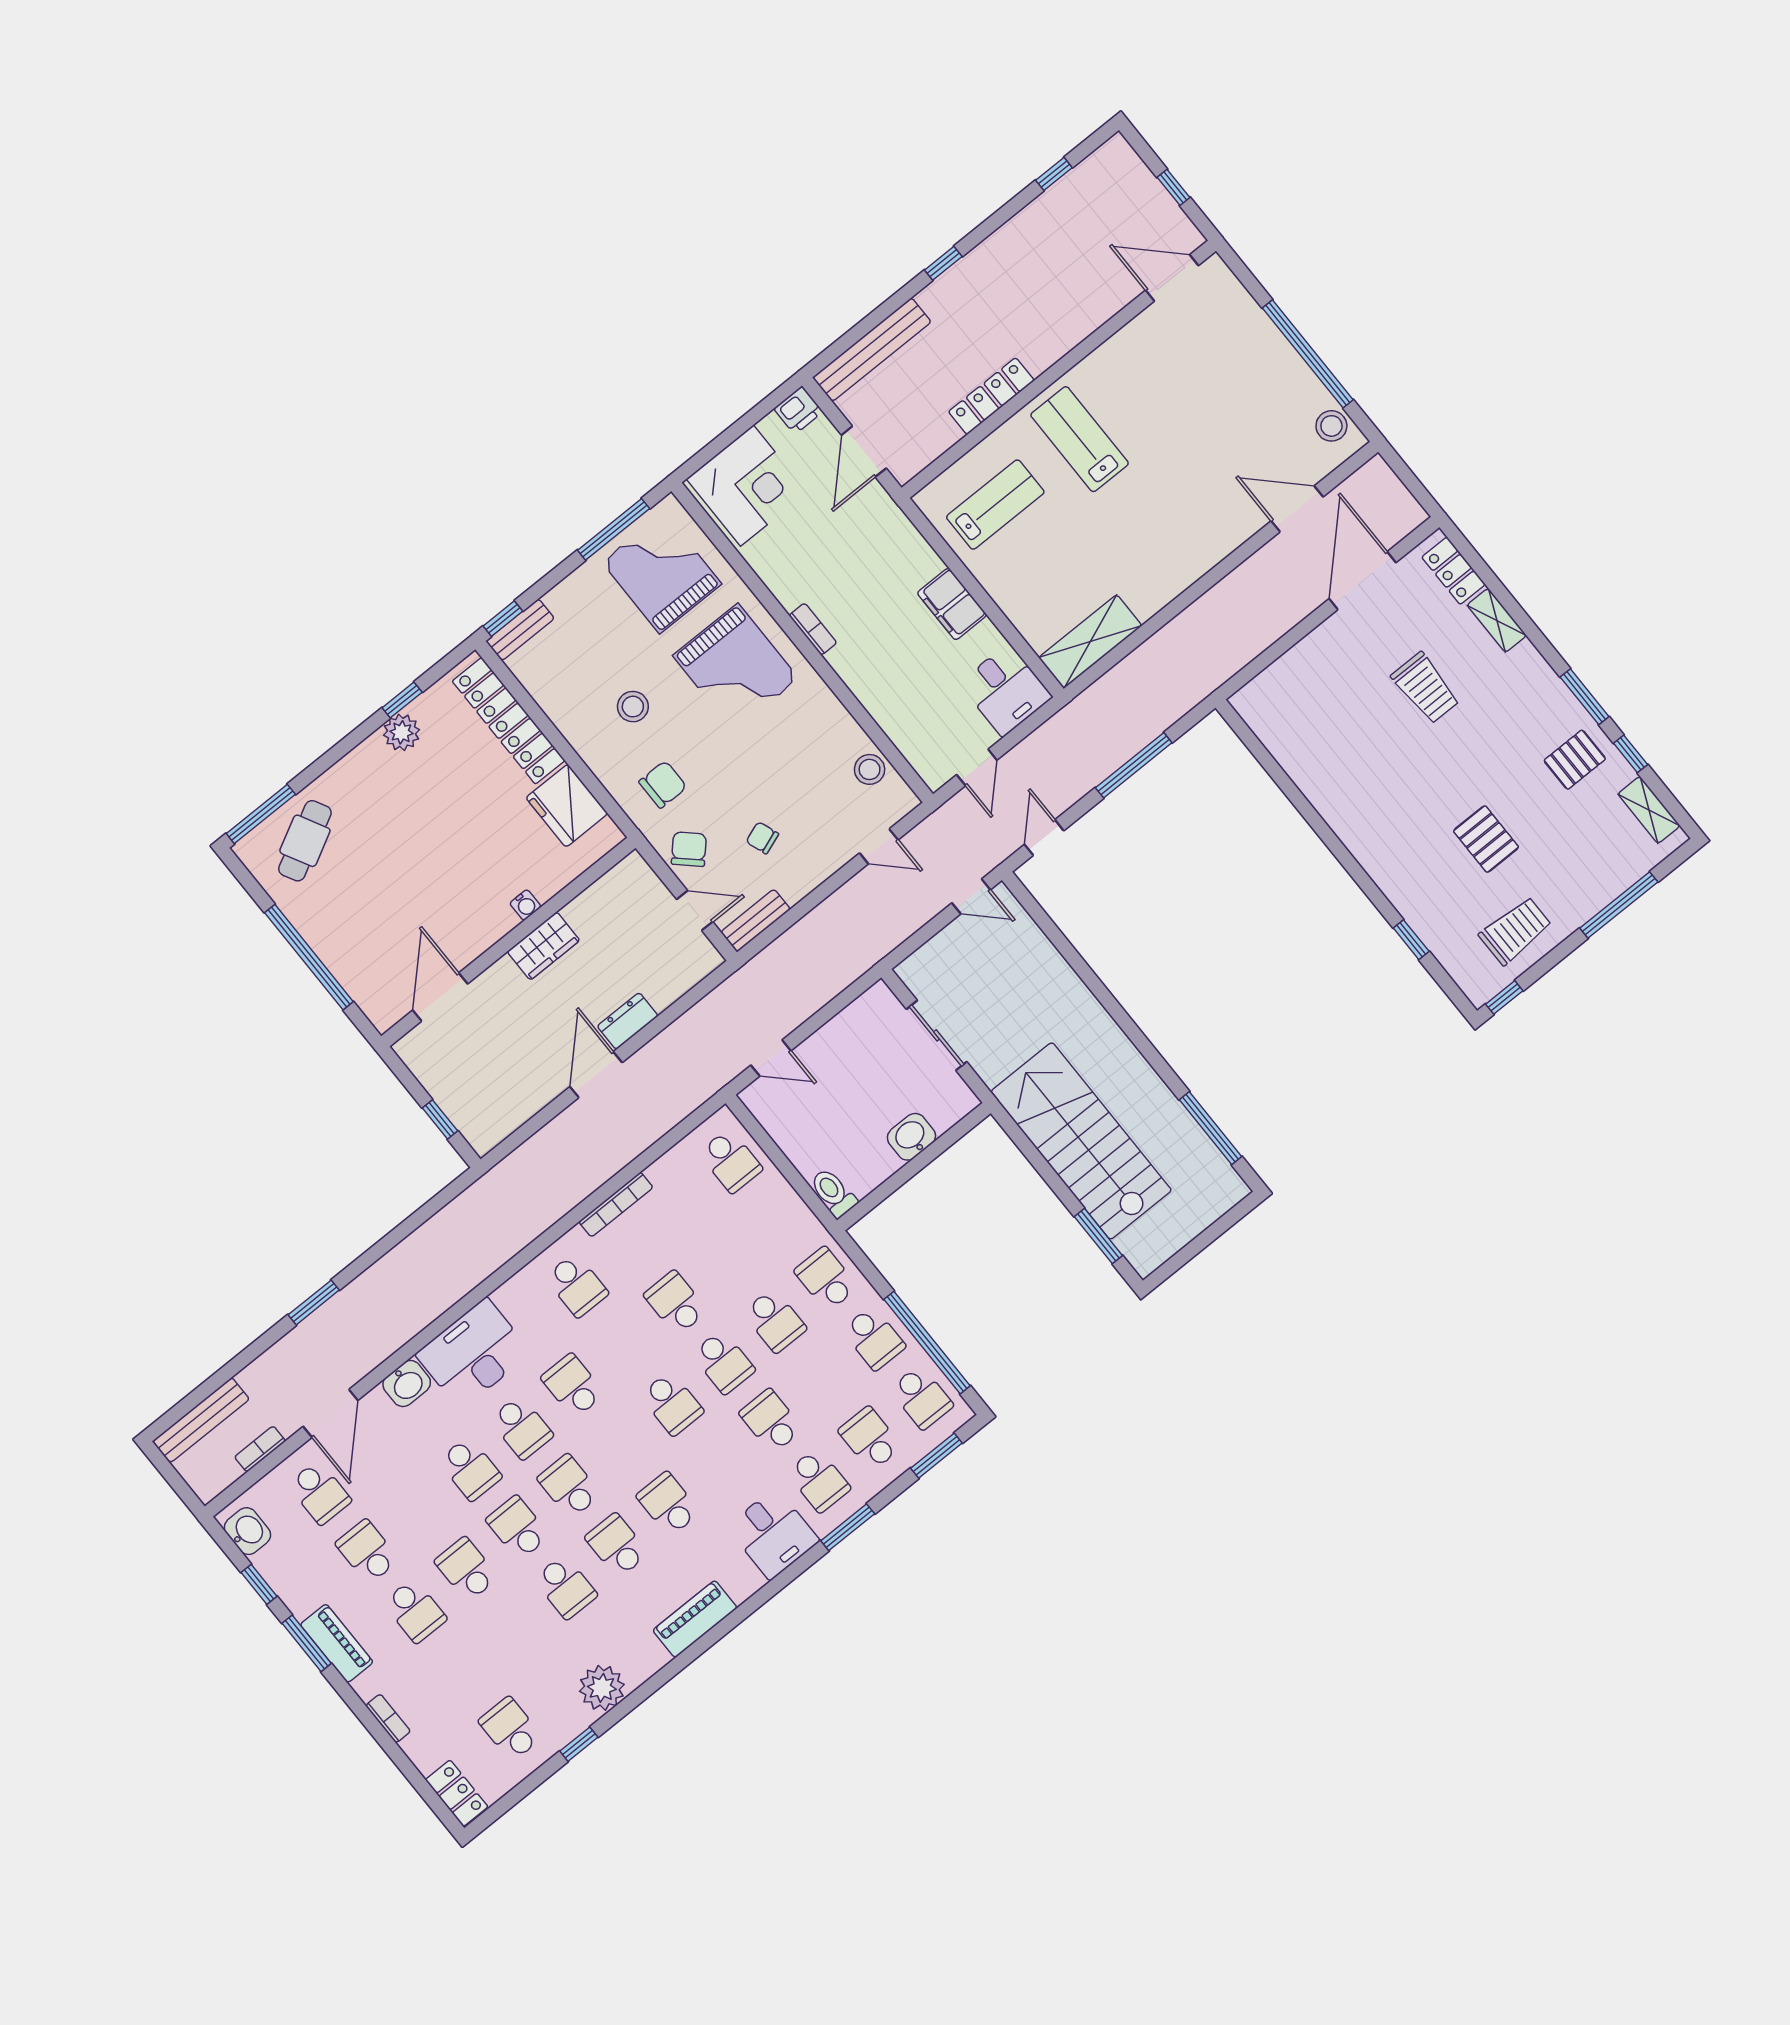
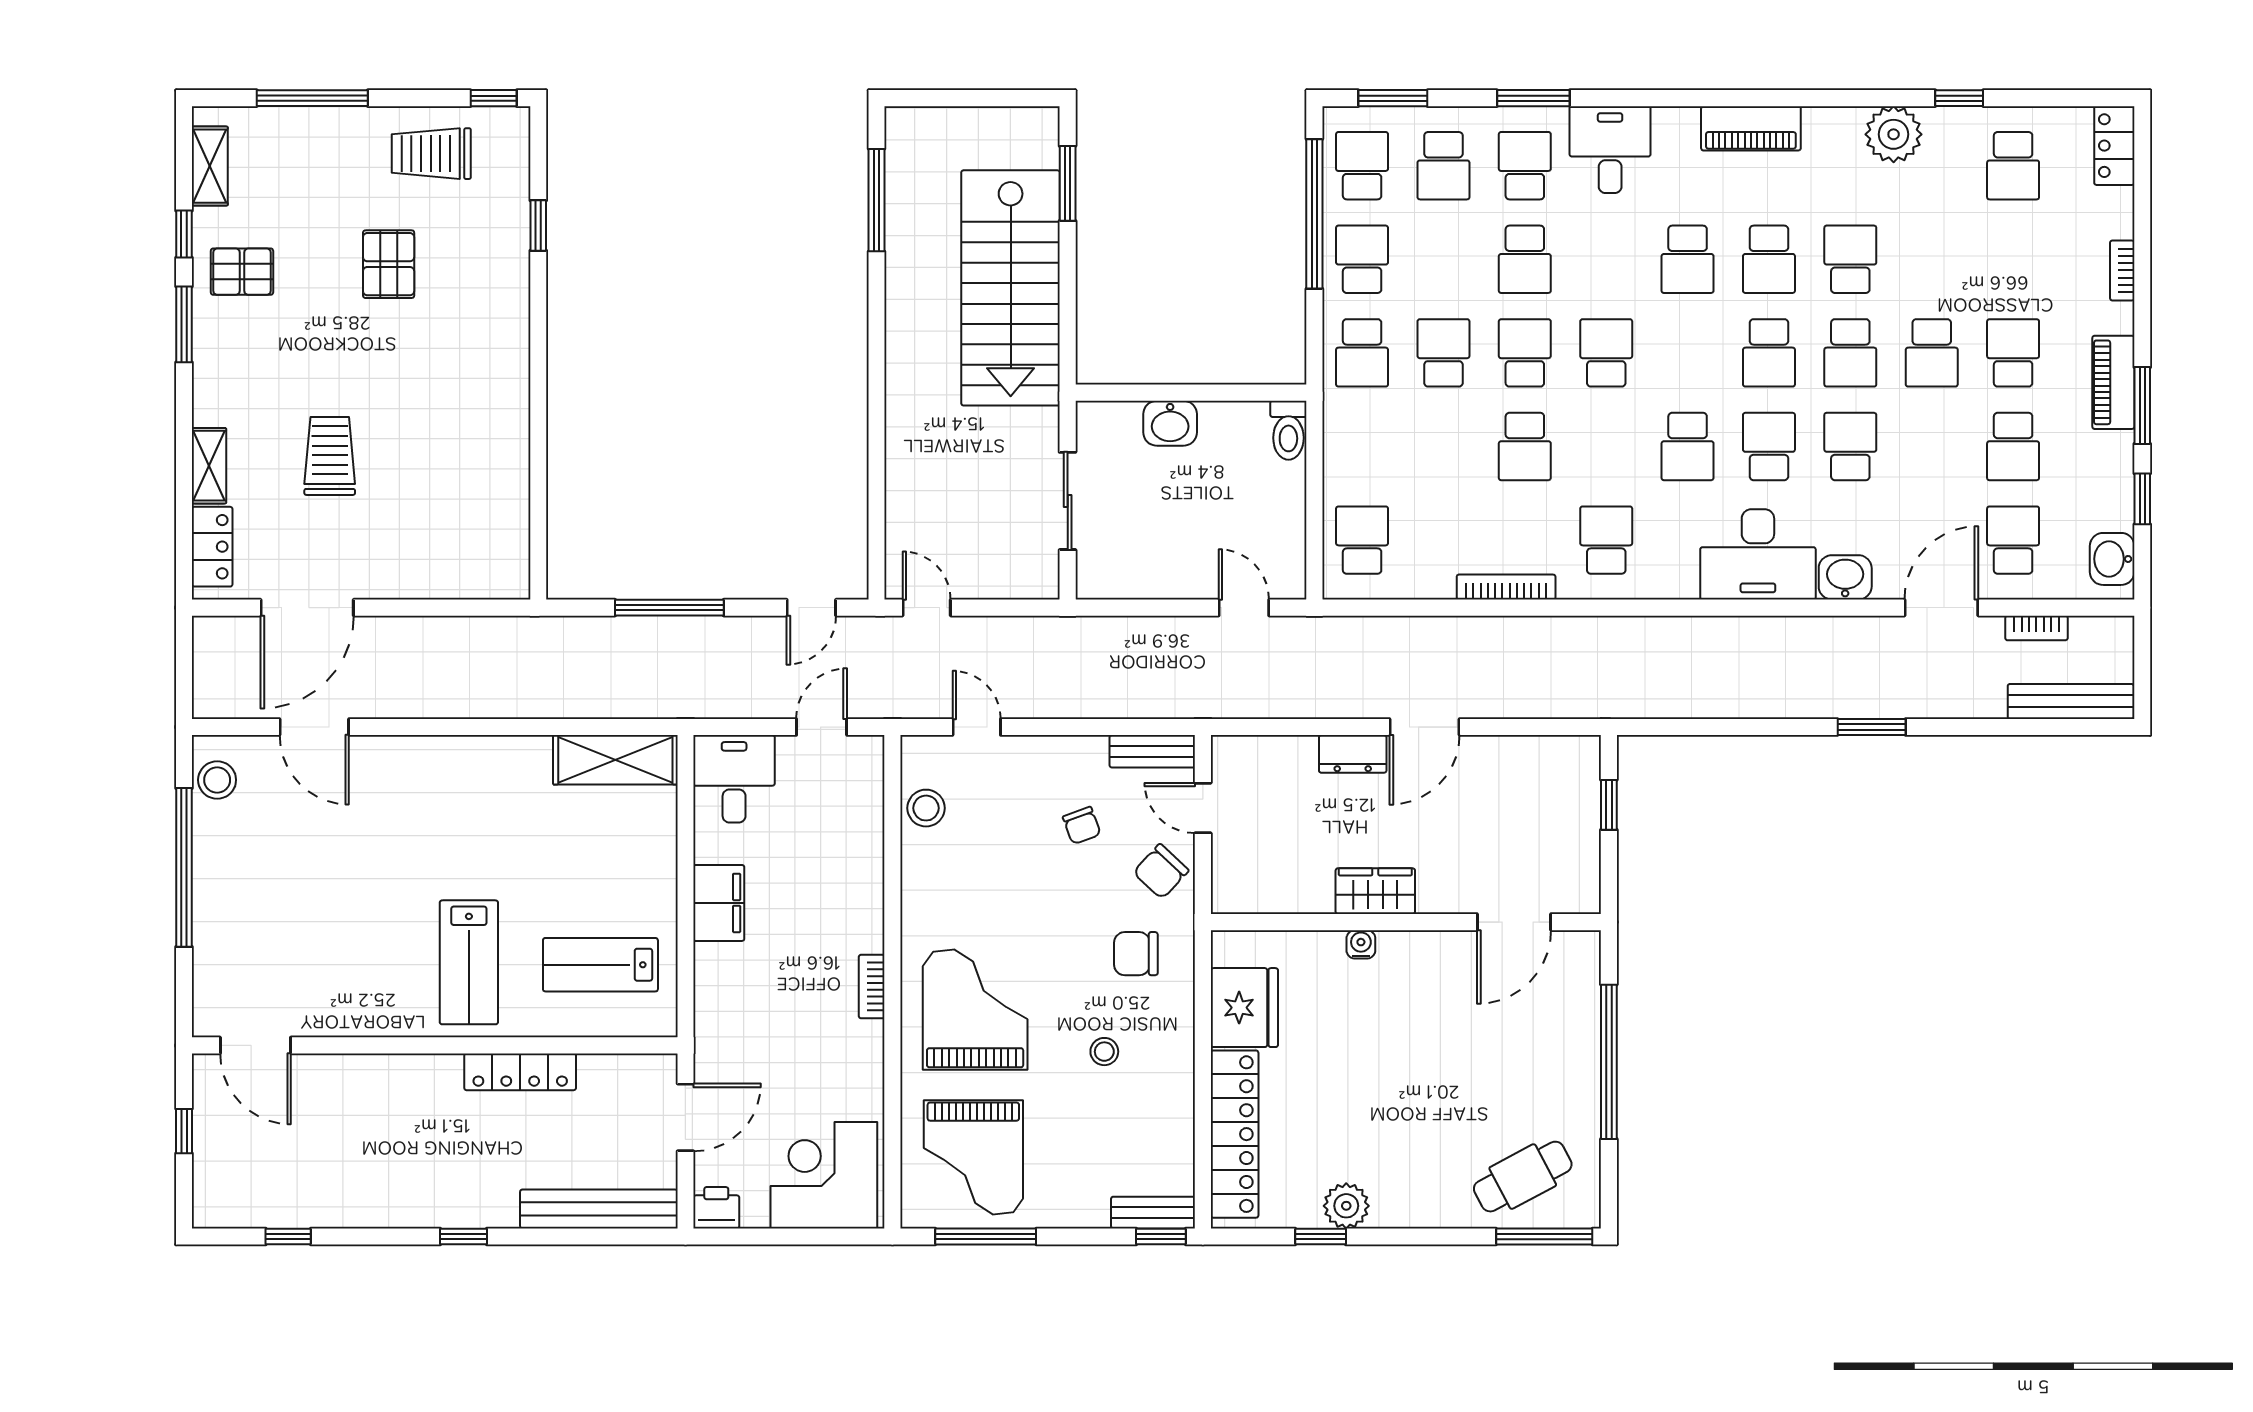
stool: (633, 707) -> (1104, 1052), width x0.73, depth x0.73

